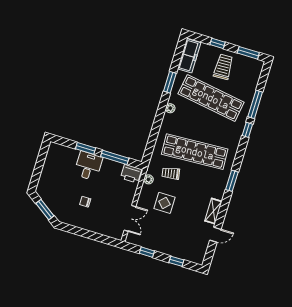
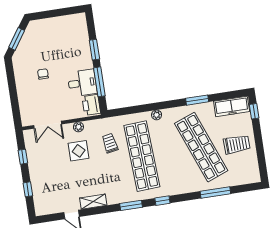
window: (218, 43) -> (254, 111), moved
window: (248, 53) -> (262, 162), removed
shop shelf: (211, 98) -> (201, 147), turned -30
plant: (170, 108) -> (157, 115), moved
window: (247, 130) -> (162, 201), moved
desk: (88, 166) -> (82, 83), moved
plant: (149, 179) -> (78, 127), moved

